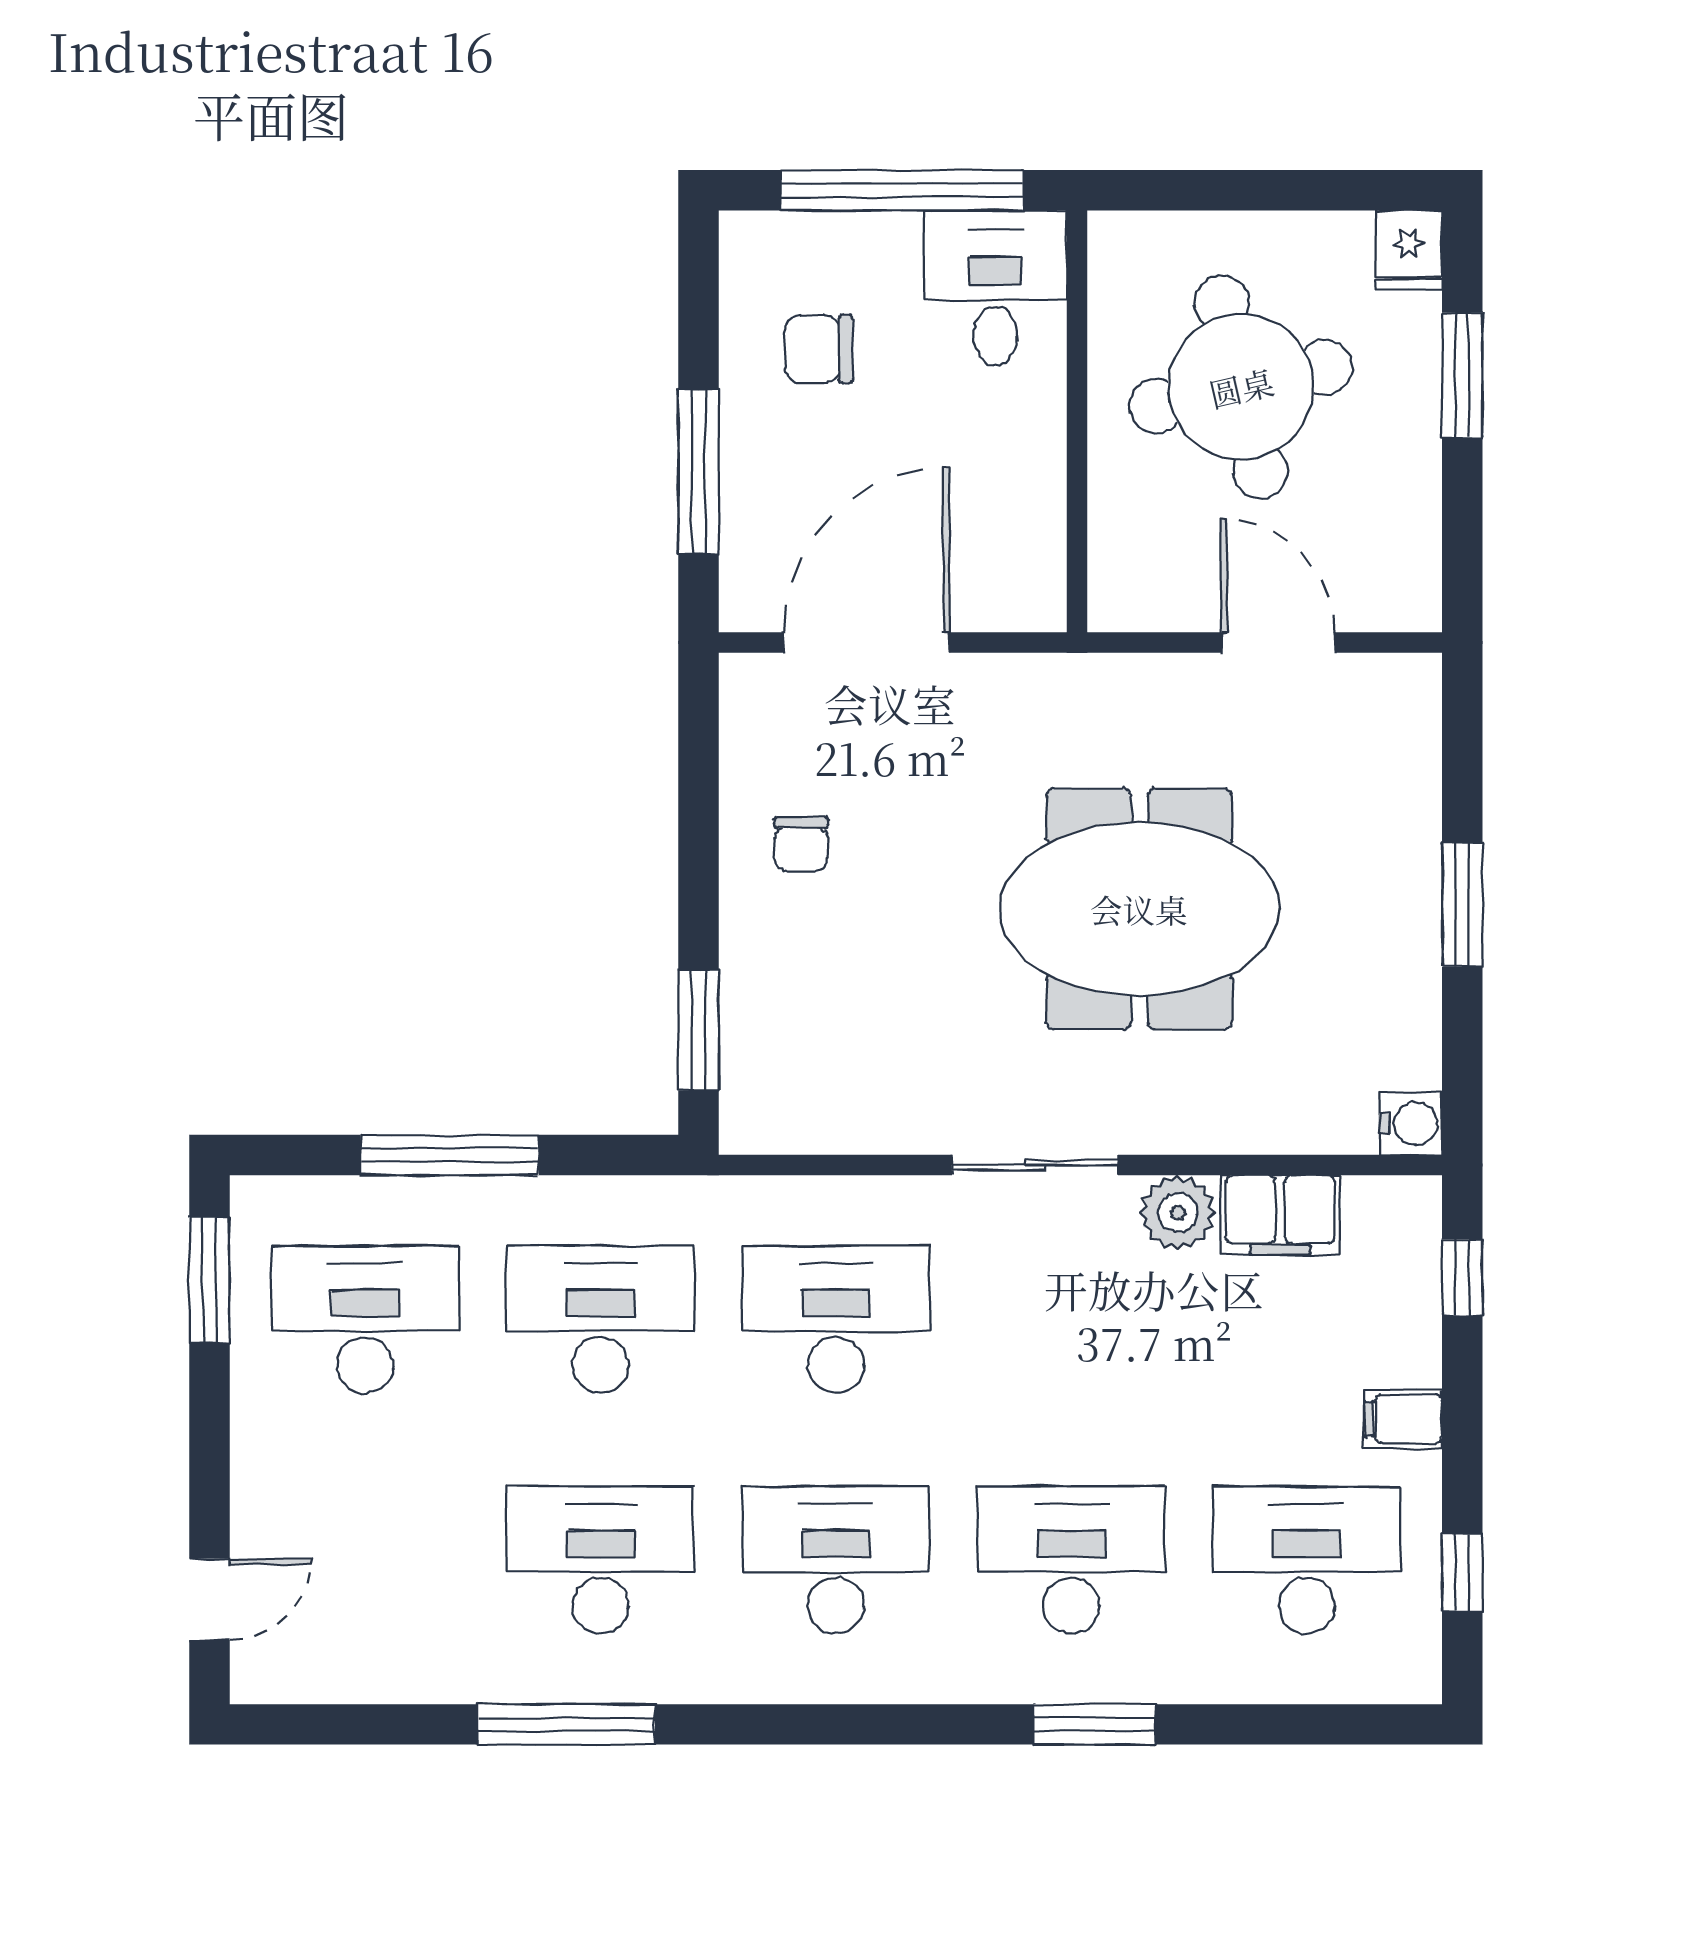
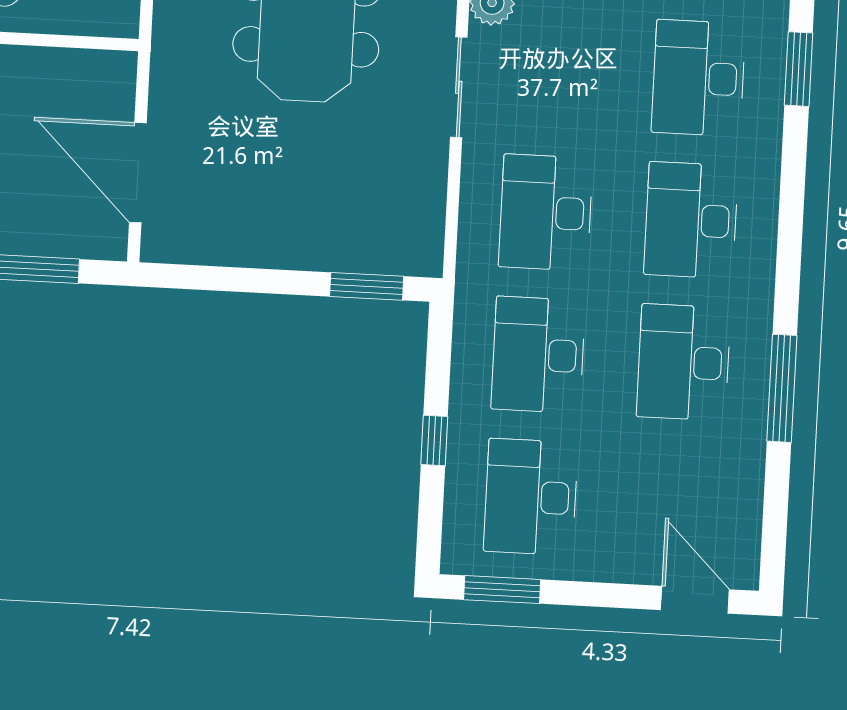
chair: (801, 844) -> (257, 218), removed
window: (450, 1155) -> (434, 441), width x0.46
door: (210, 1599) -> (695, 600), width x1.38

